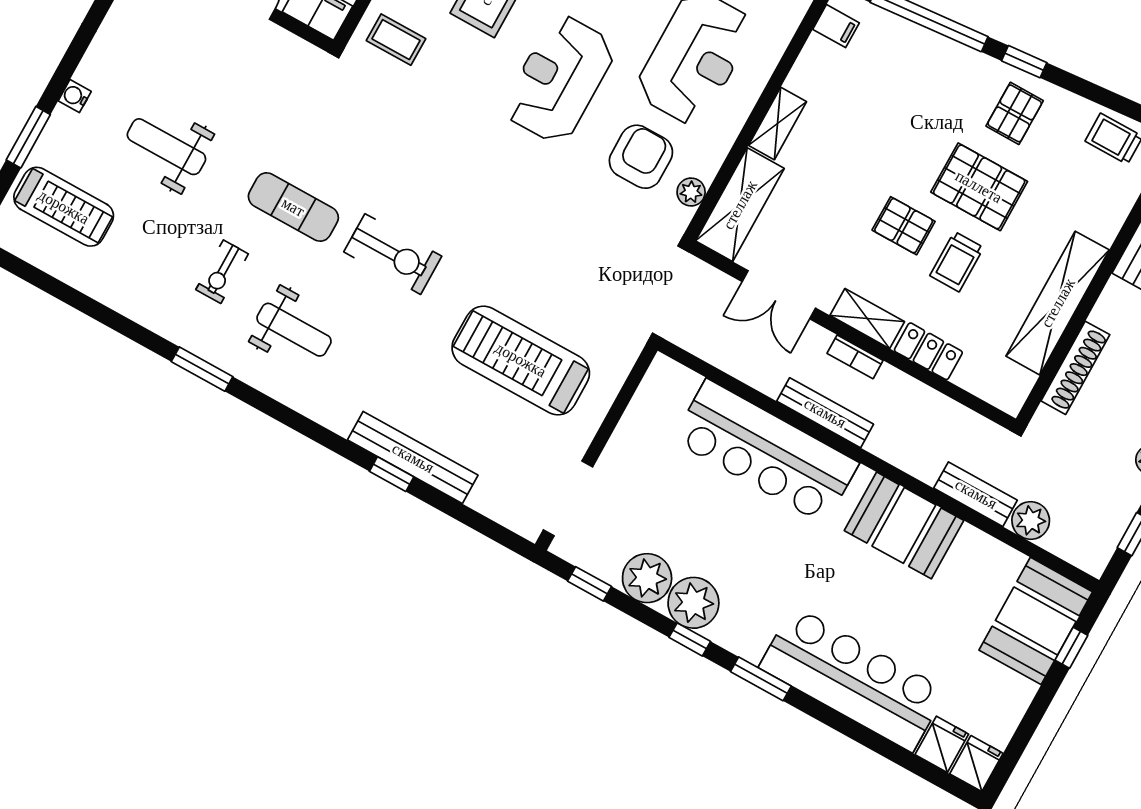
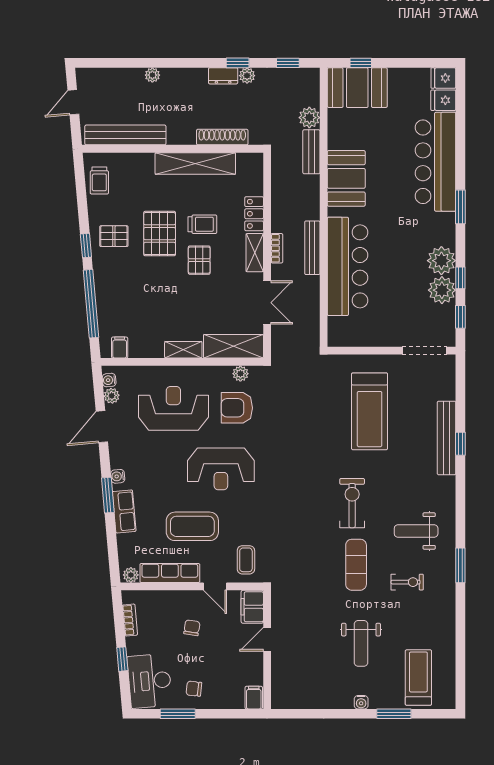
weight bench: (294, 330) -> (416, 531), turned -90
window: (690, 639) -> (460, 278), moved

